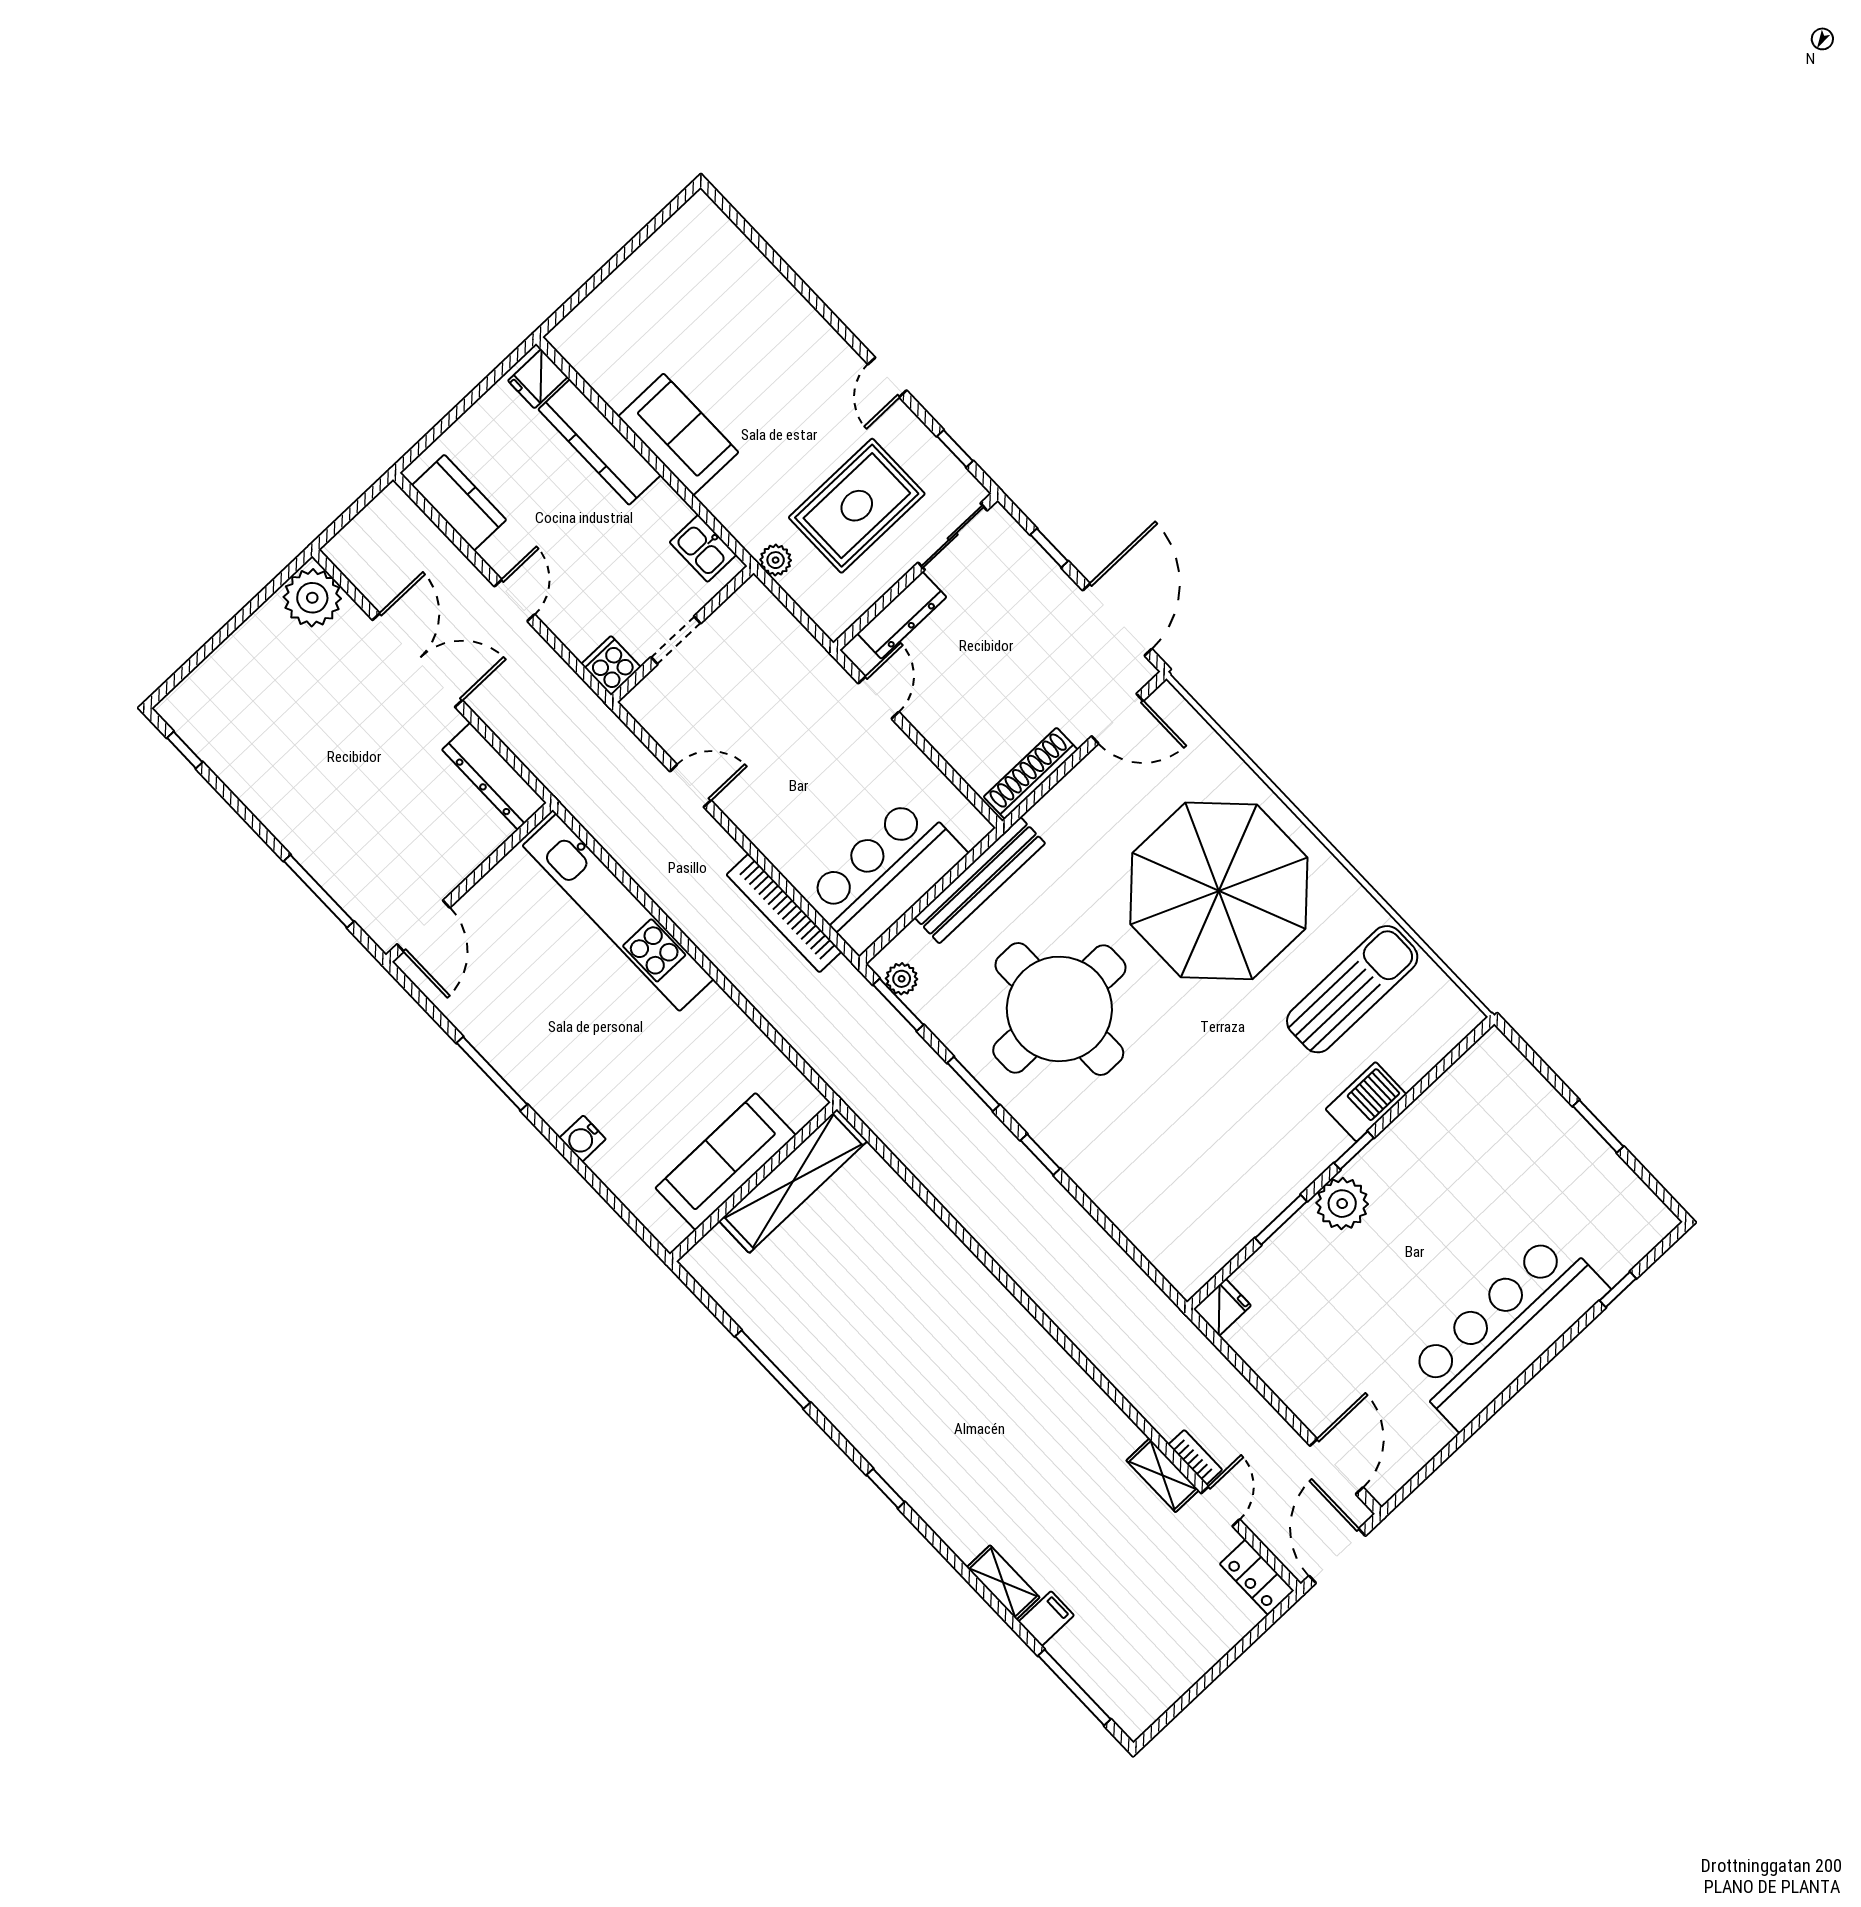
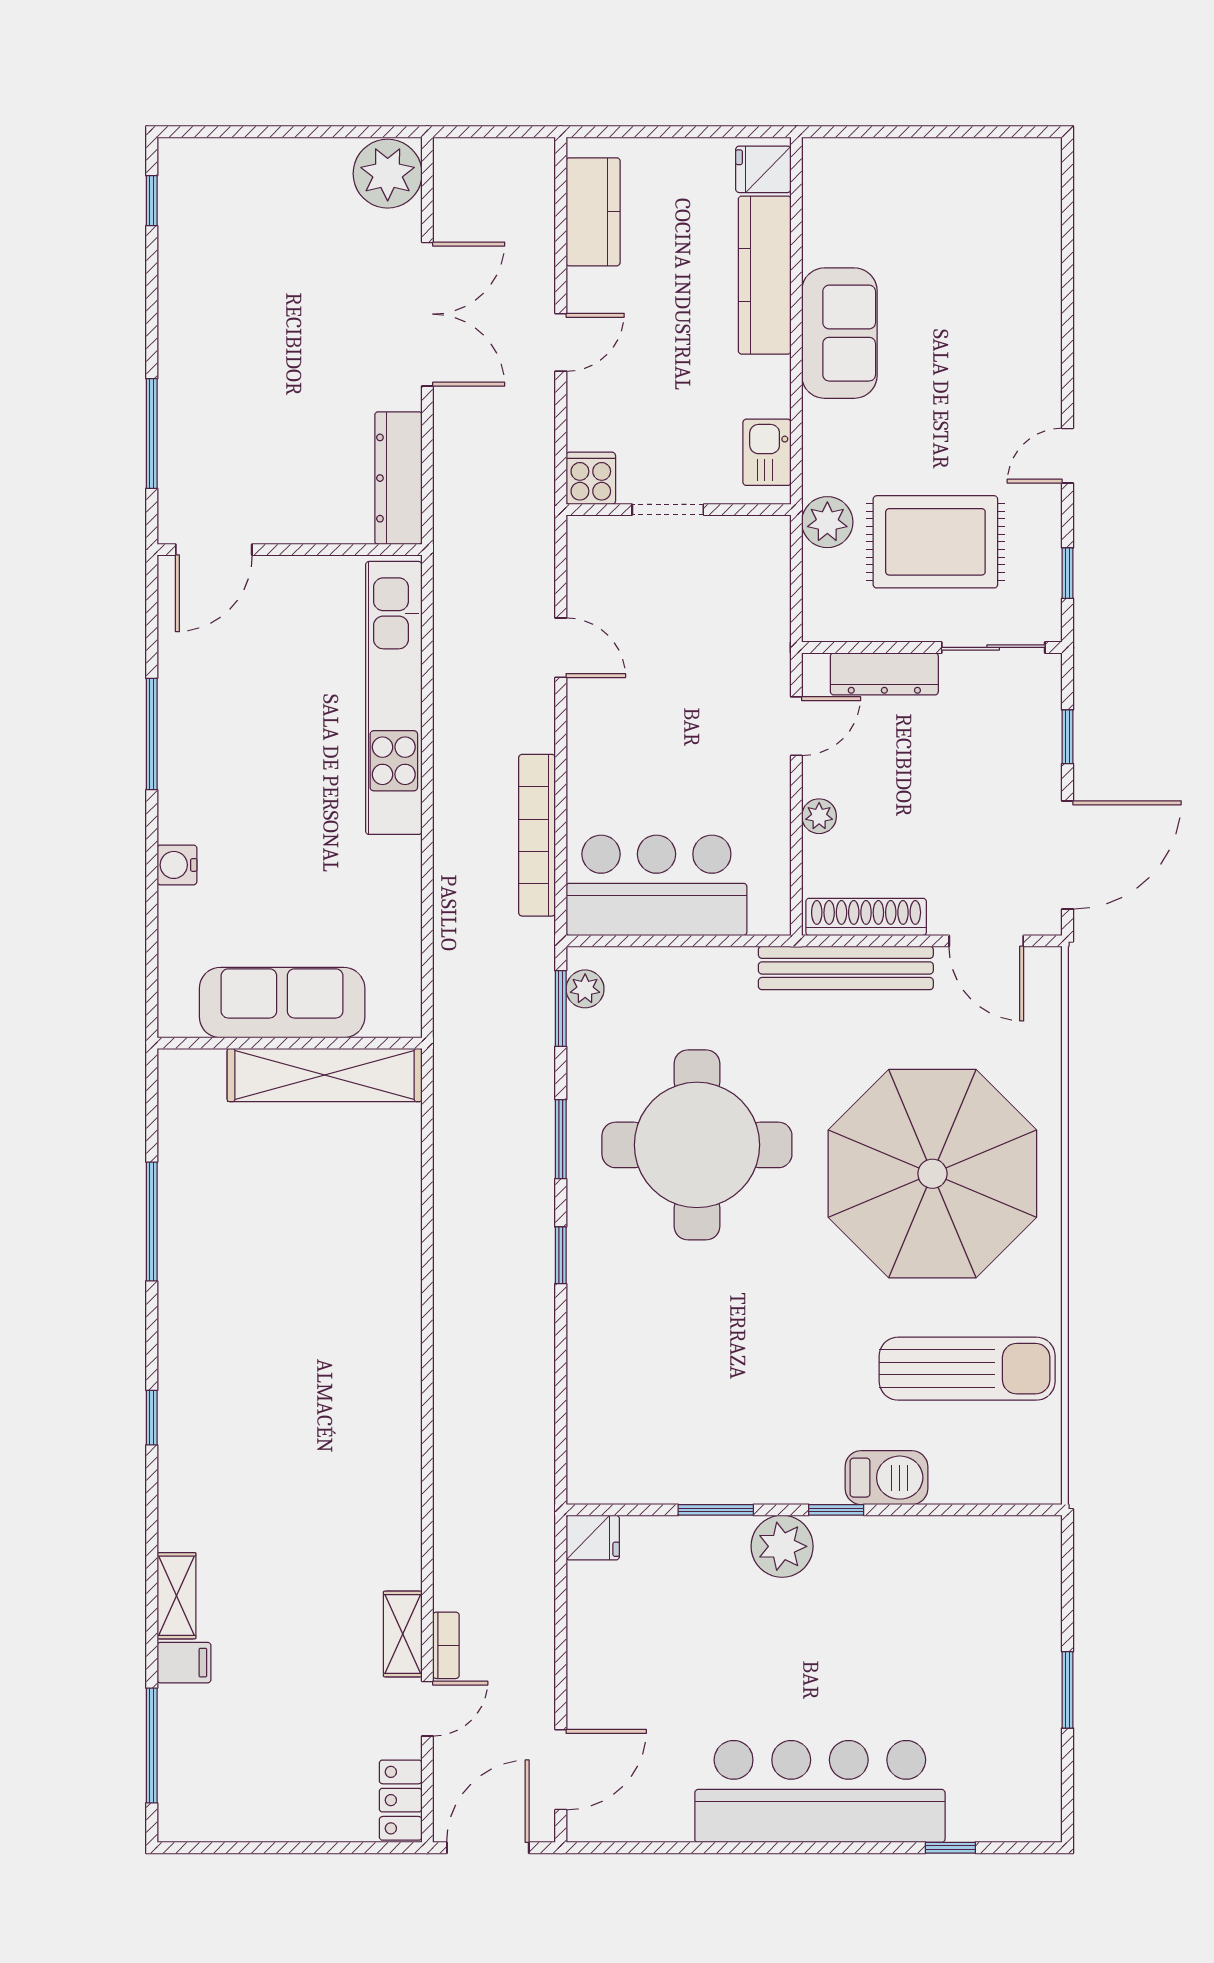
plant: (776, 560) -> (827, 522), width x1.38, depth x1.38
plant: (944, 739) -> (819, 816), added
bench: (980, 880) -> (846, 968), moved

